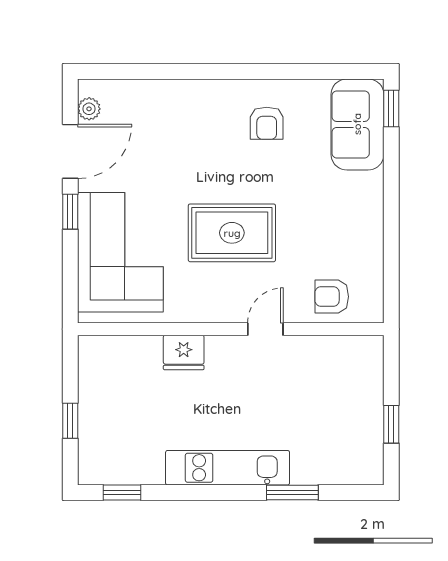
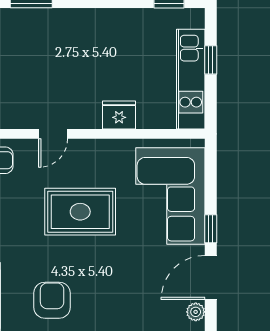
armchair: (267, 123) -> (52, 300), width x1.38, depth x1.38
kitchen unit: (228, 468) -> (191, 79), moved, turned 90

